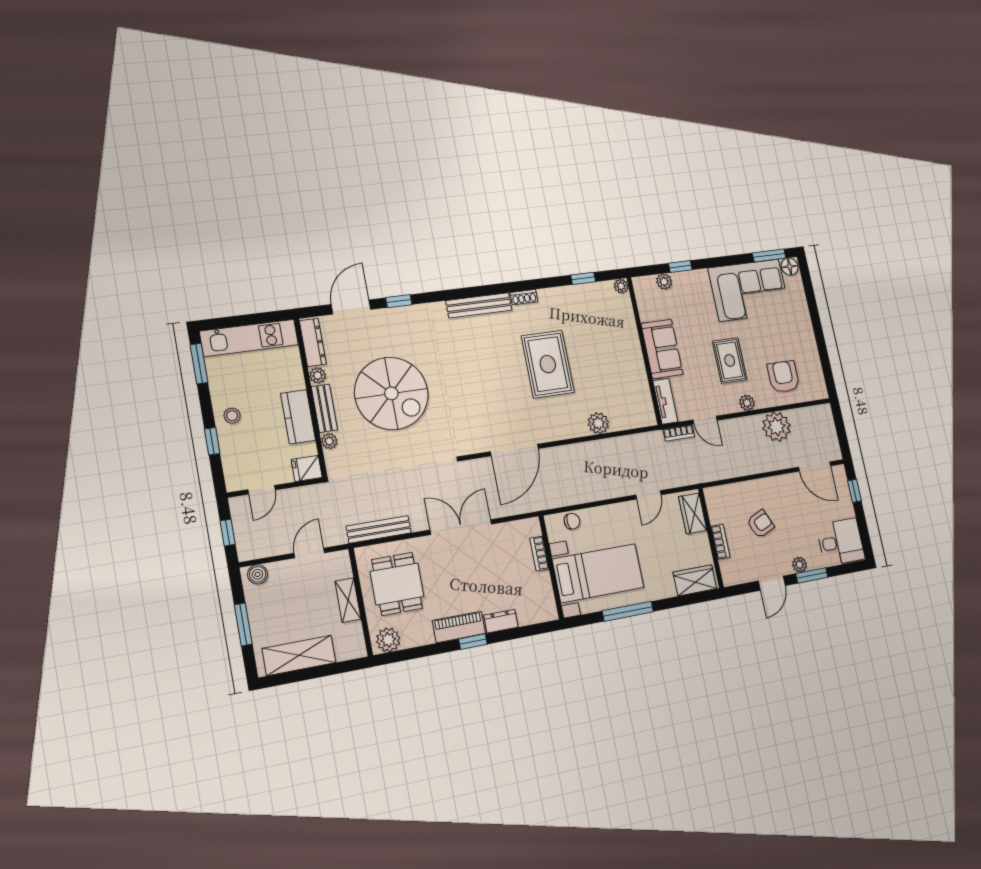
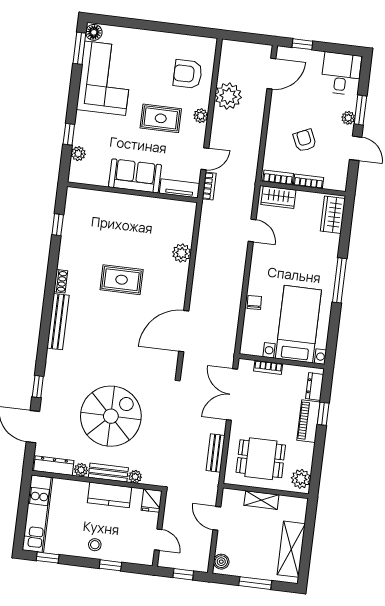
plant: (621, 286) -> (73, 194), removed
window: (199, 364) -> (48, 558), width x0.67
rug: (548, 364) -> (122, 280), width x0.73, depth x0.70
door: (514, 450) -> (184, 331), swing flipped
bookcase: (713, 507) -> (278, 177), added
bench: (379, 529) -> (216, 453), width x0.73
bookcase: (539, 554) -> (268, 367), moved
wall: (551, 567) -> (282, 361), moved
bed with nightstands: (598, 573) -> (298, 324), moved

